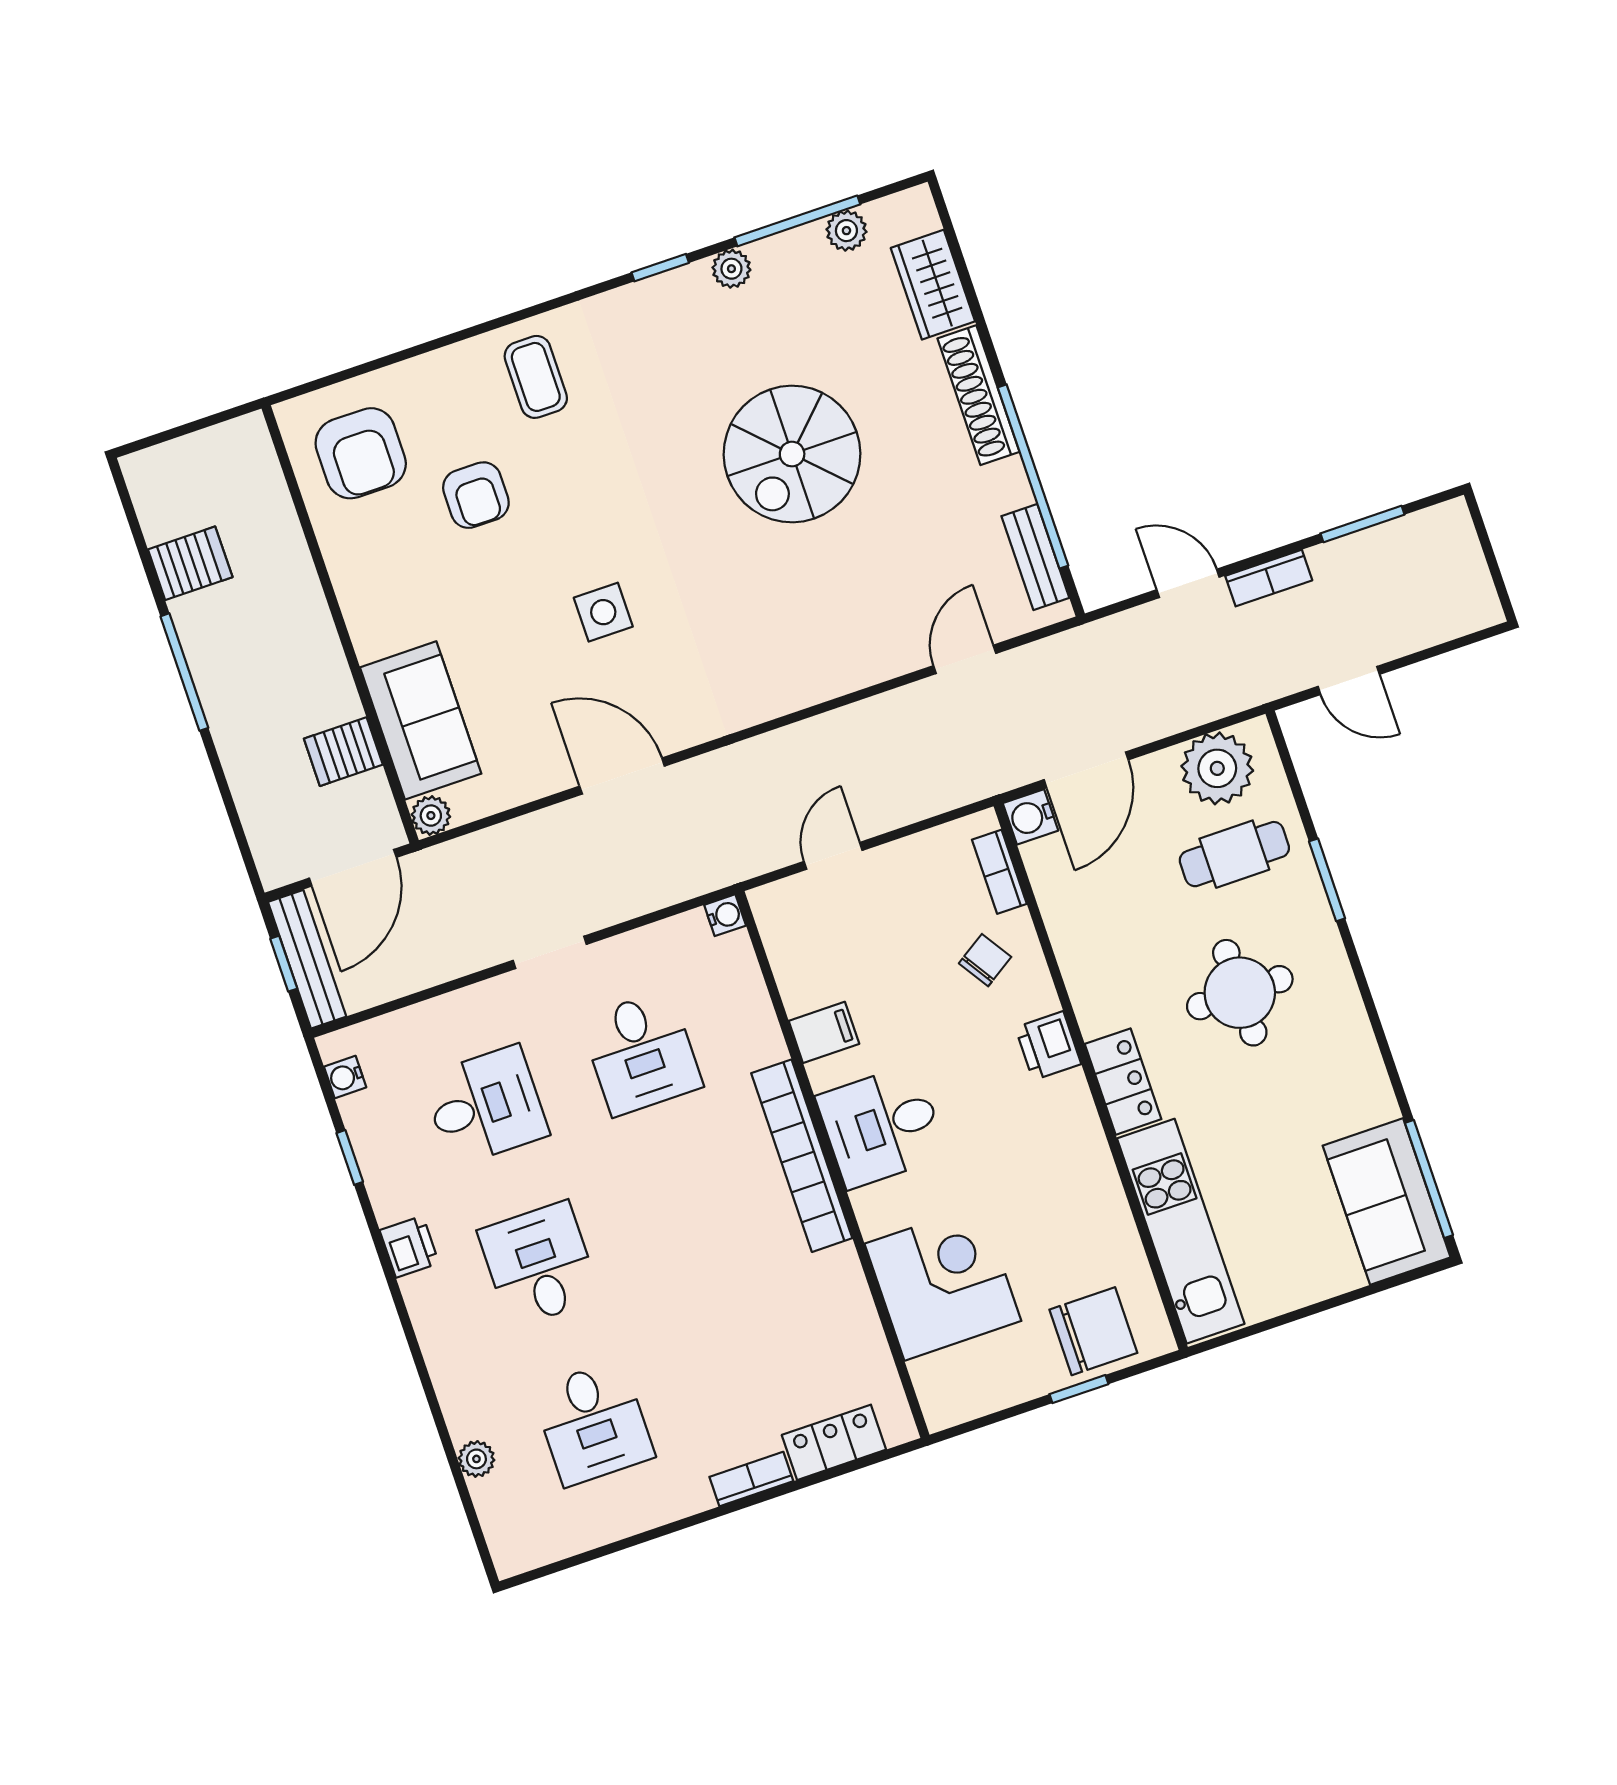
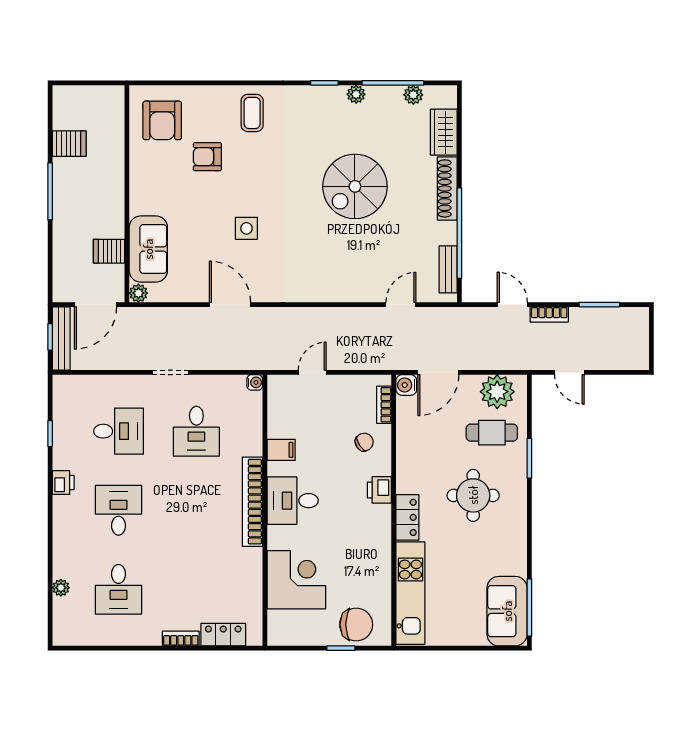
armchair: (476, 495) -> (207, 157), turned 90
water cooler: (345, 1077) -> (60, 397), removed

